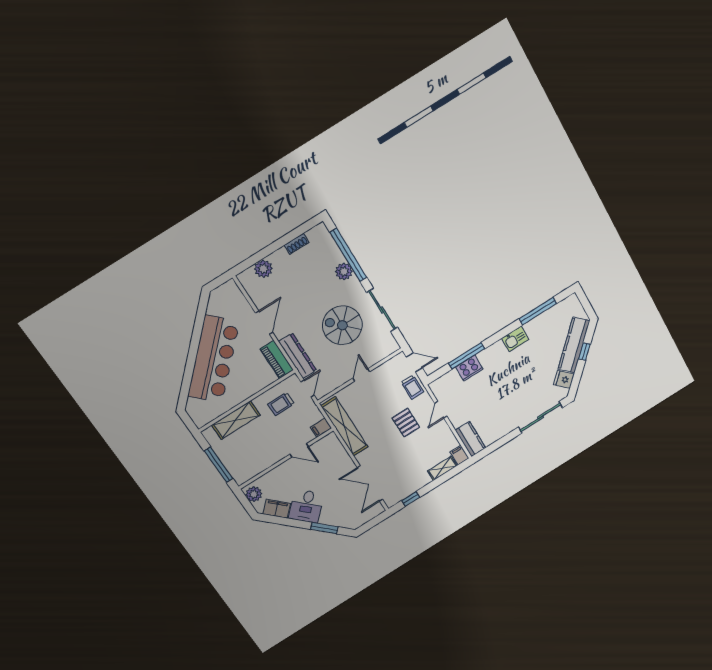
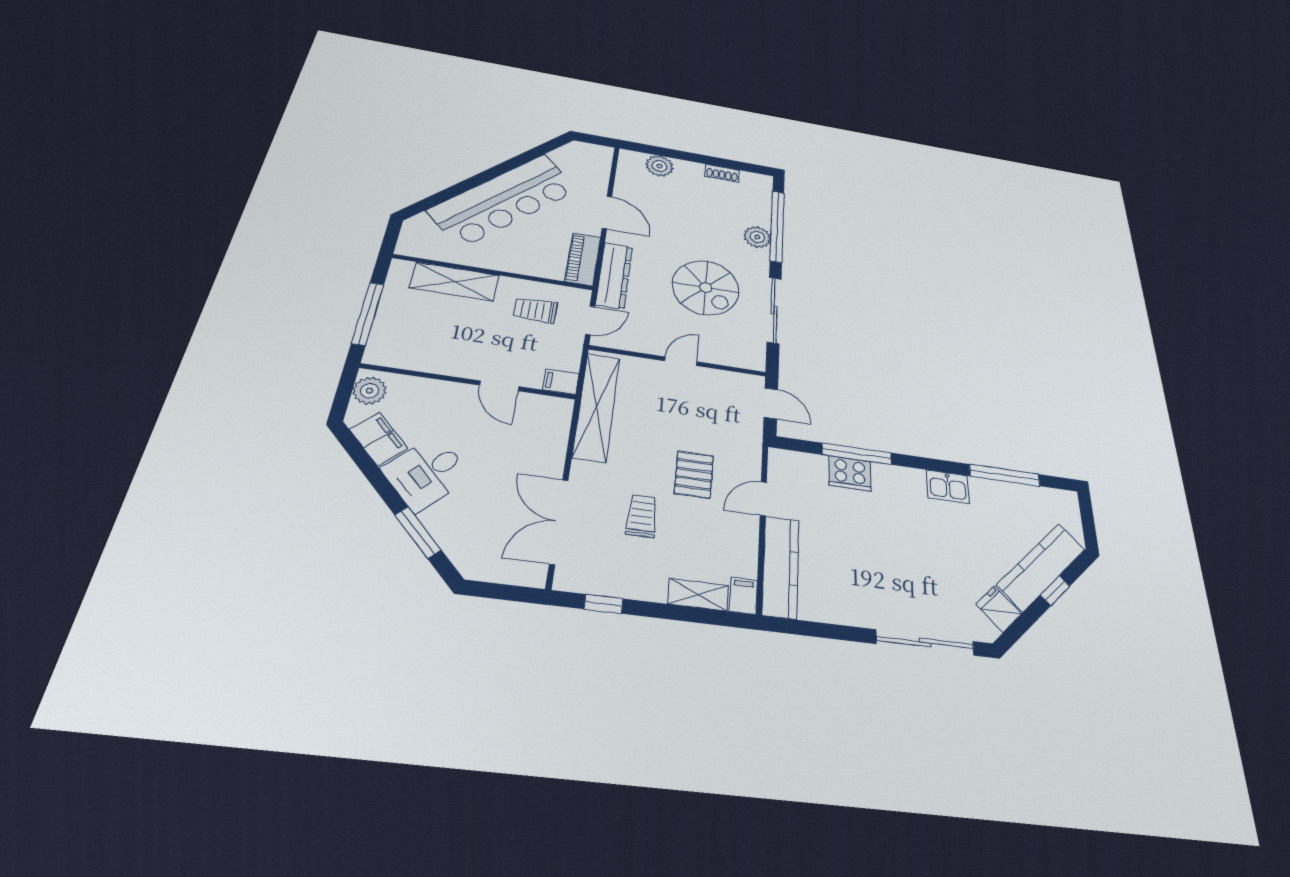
door: (264, 323) -> (607, 212), hinge flipped
spiral stairs: (342, 325) -> (706, 288), turned 180
trolley: (412, 387) -> (642, 516), moved, turned 180
kitchen counter: (470, 439) -> (781, 567), width x1.50

